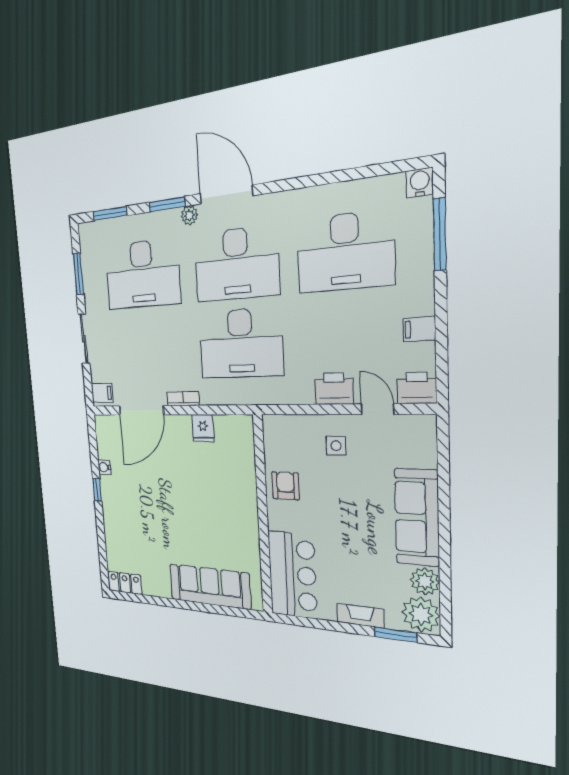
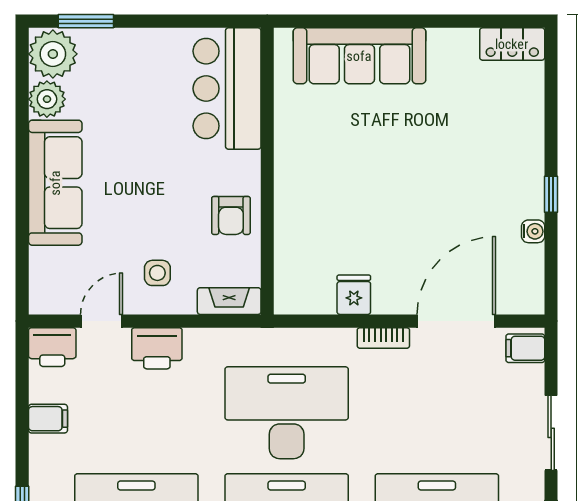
door: (377, 409) -> (102, 321), swing flipped
fireplace: (360, 616) -> (229, 301), moved, turned 180

